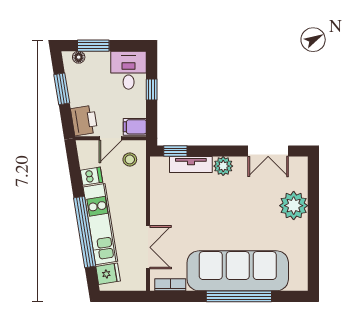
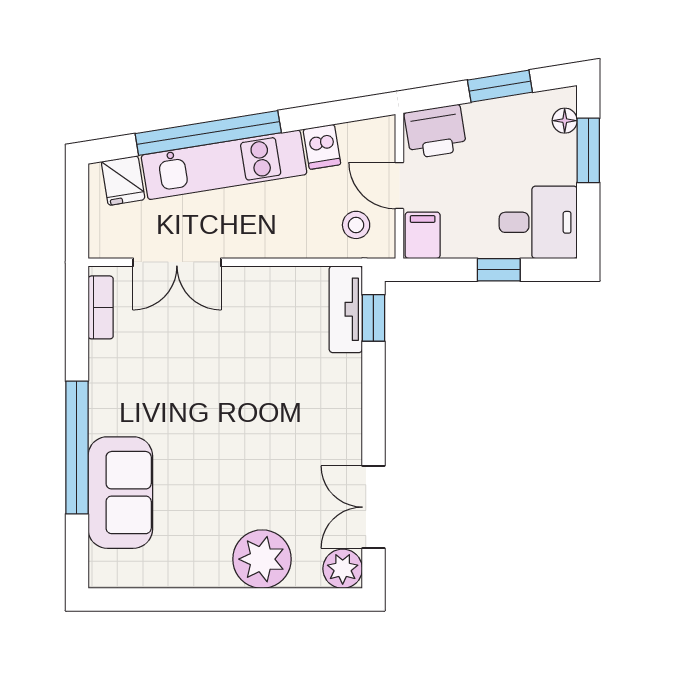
tv unit: (191, 165) -> (346, 309), moved
plant: (223, 166) -> (343, 569), moved
sofa: (238, 271) -> (120, 493), width x0.54, depth x0.79

